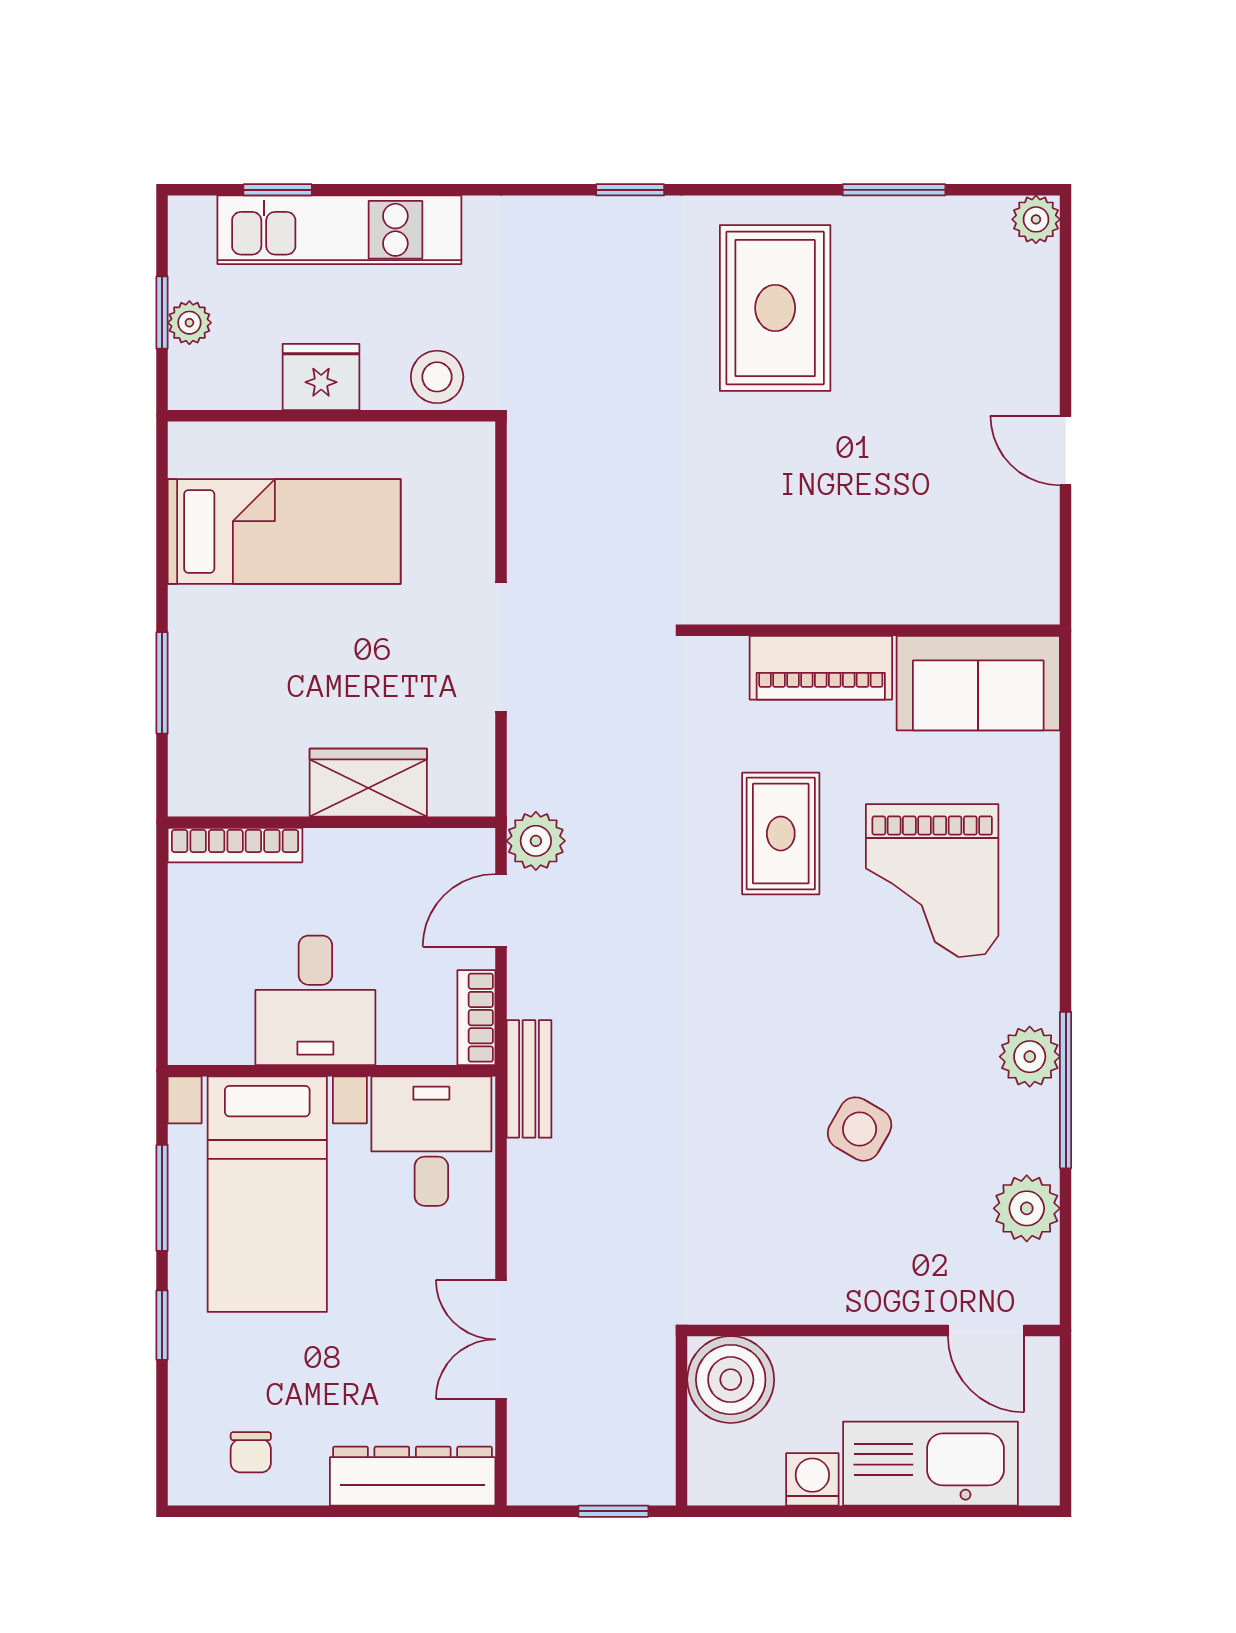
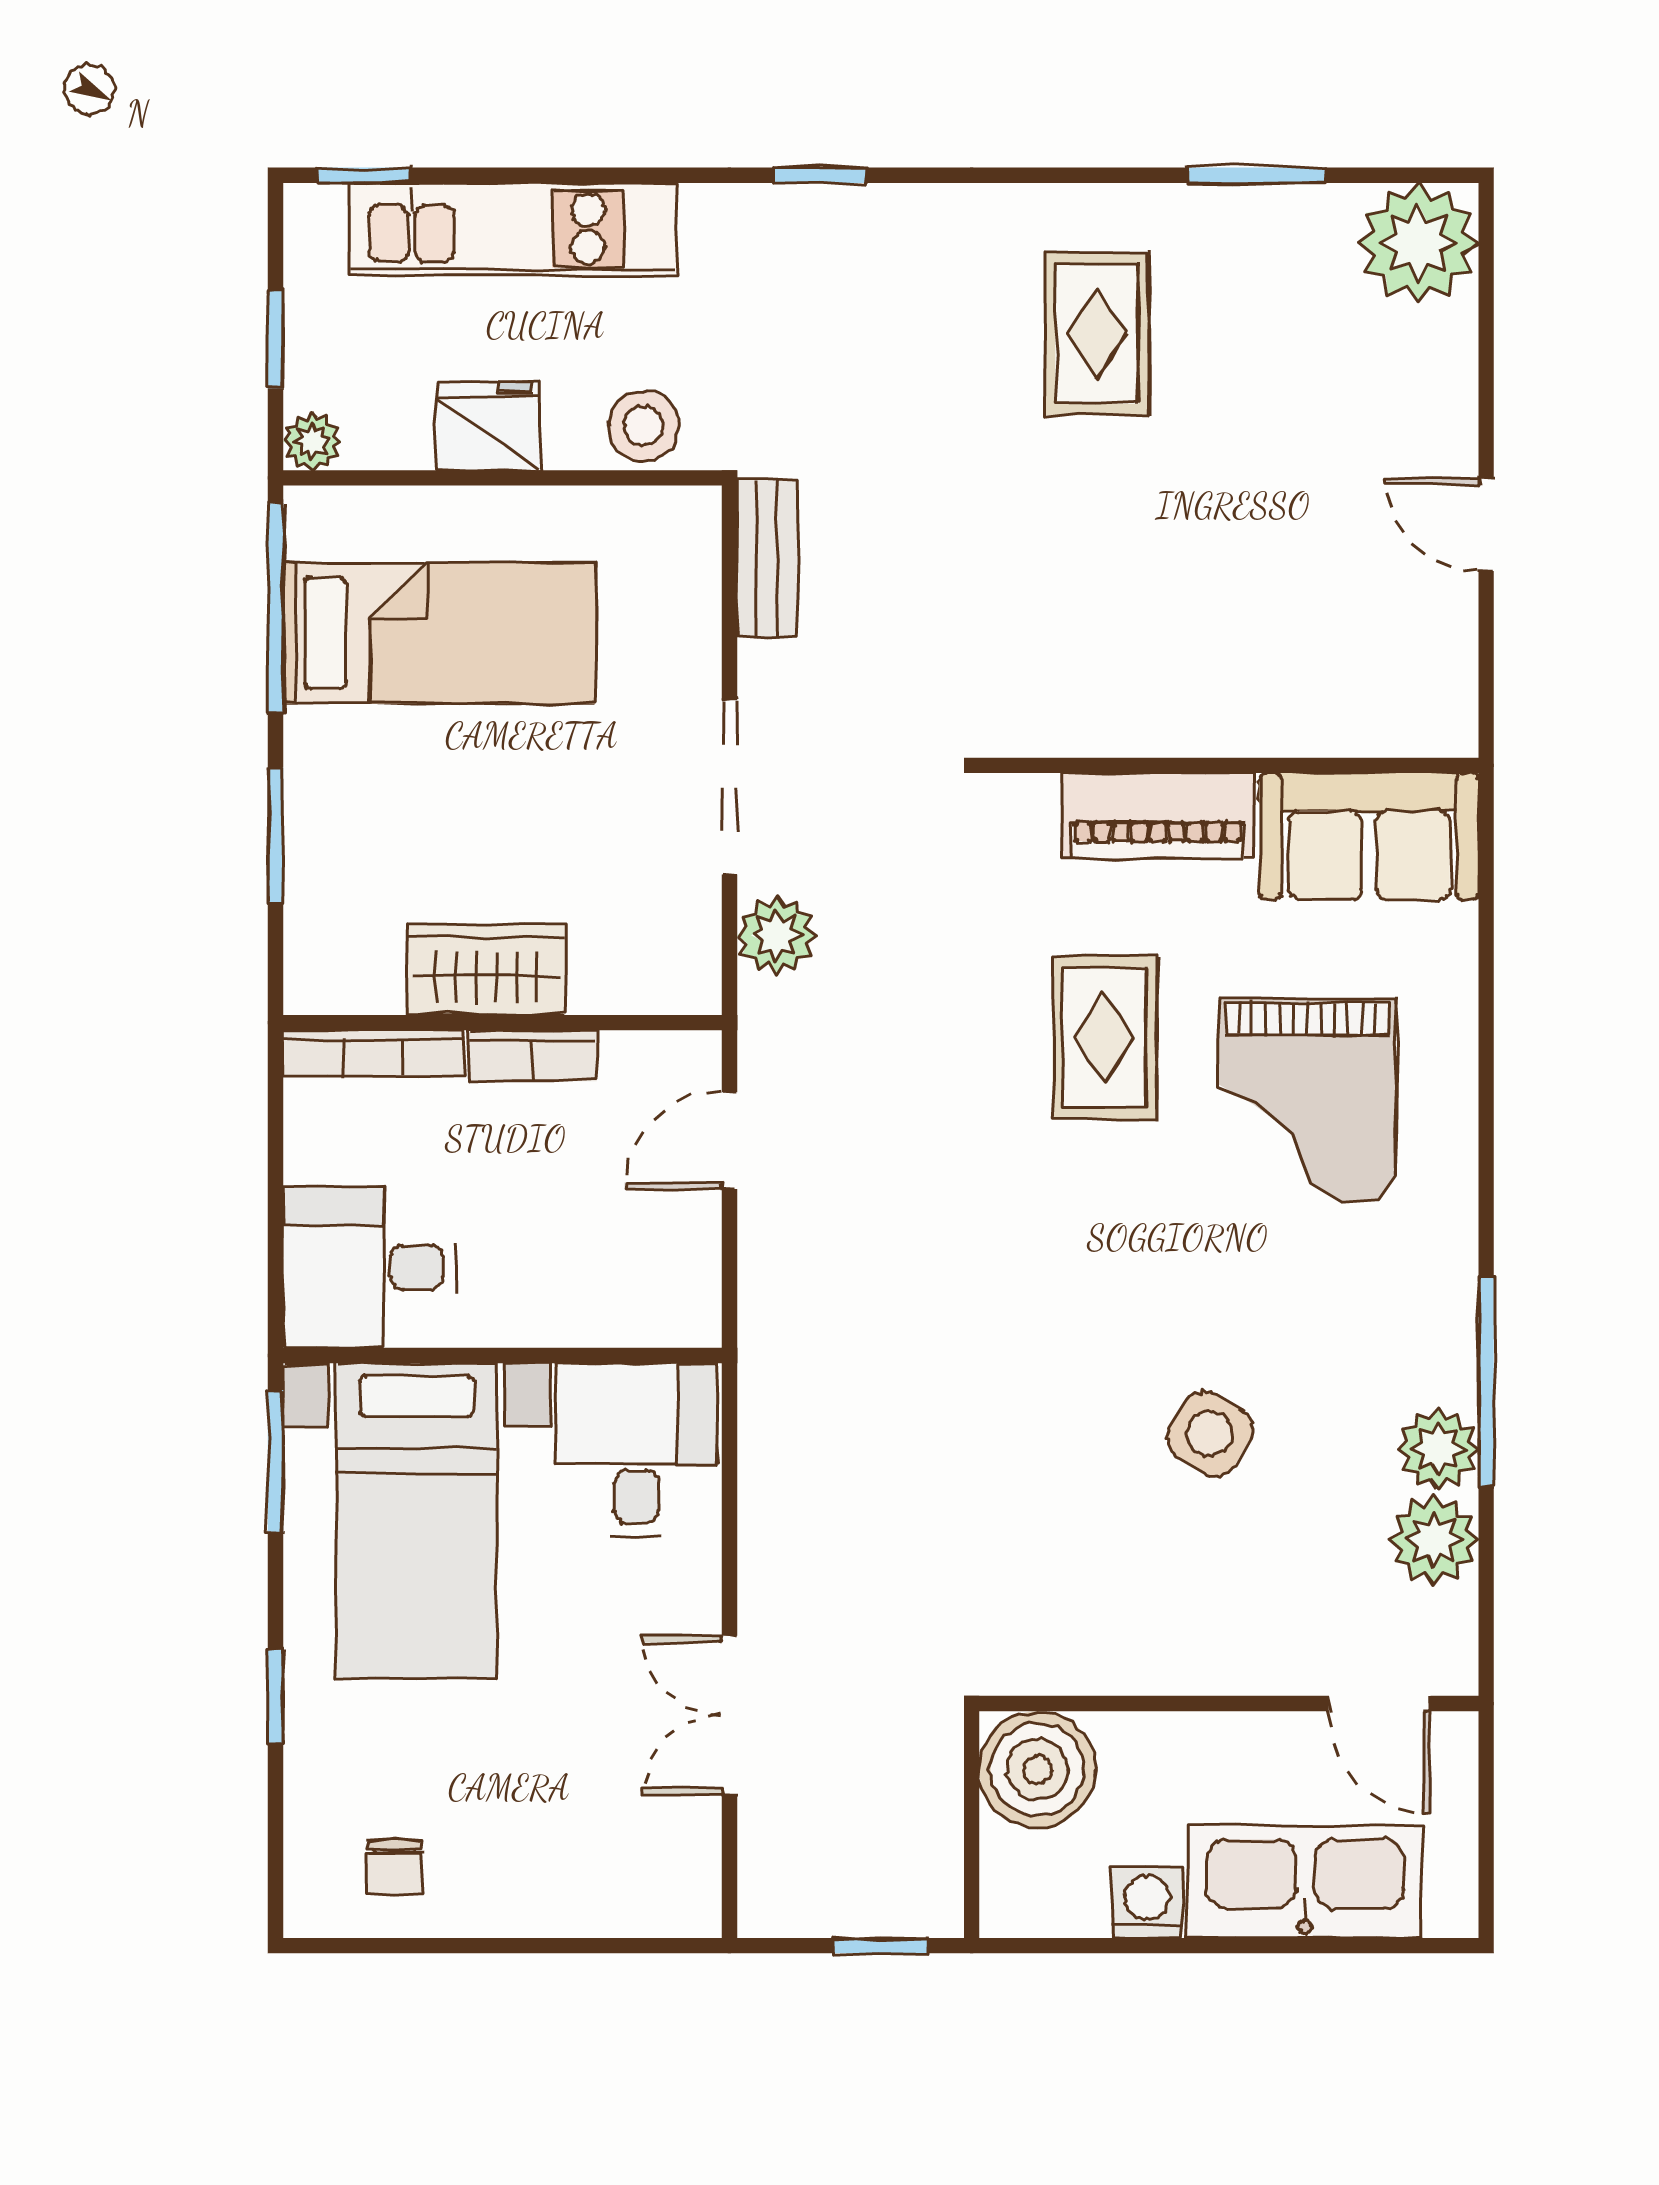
window: (278, 190) -> (364, 175), moved
window: (630, 190) -> (820, 175), moved
plant: (1036, 219) -> (1418, 243), width x1.87, depth x1.87
rug: (775, 308) -> (1097, 334), width x0.73, depth x0.70
plant: (189, 323) -> (312, 441), moved
window: (162, 513) -> (276, 608), added
wardrobe: (368, 783) -> (487, 969), moved
plant: (536, 841) -> (776, 935), moved
desk: (315, 1000) -> (370, 1267), moved, turned 90
bookcase: (476, 1018) -> (533, 1056), moved, turned -90
plant: (1030, 1057) -> (1438, 1449), moved
bench: (529, 1079) -> (767, 559), moved
window: (162, 1198) -> (276, 1461), moved
dresser: (413, 1476) -> (611, 1899), removed

